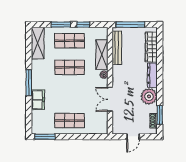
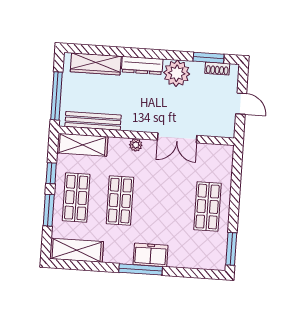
shelving: (102, 55) -> (82, 145), moved
freezer: (38, 100) -> (151, 255), moved

